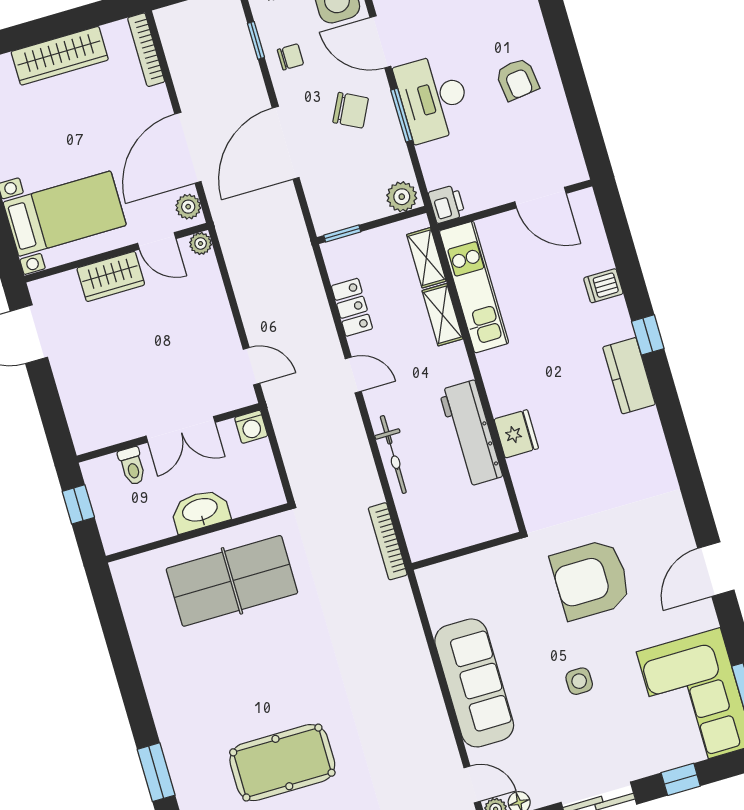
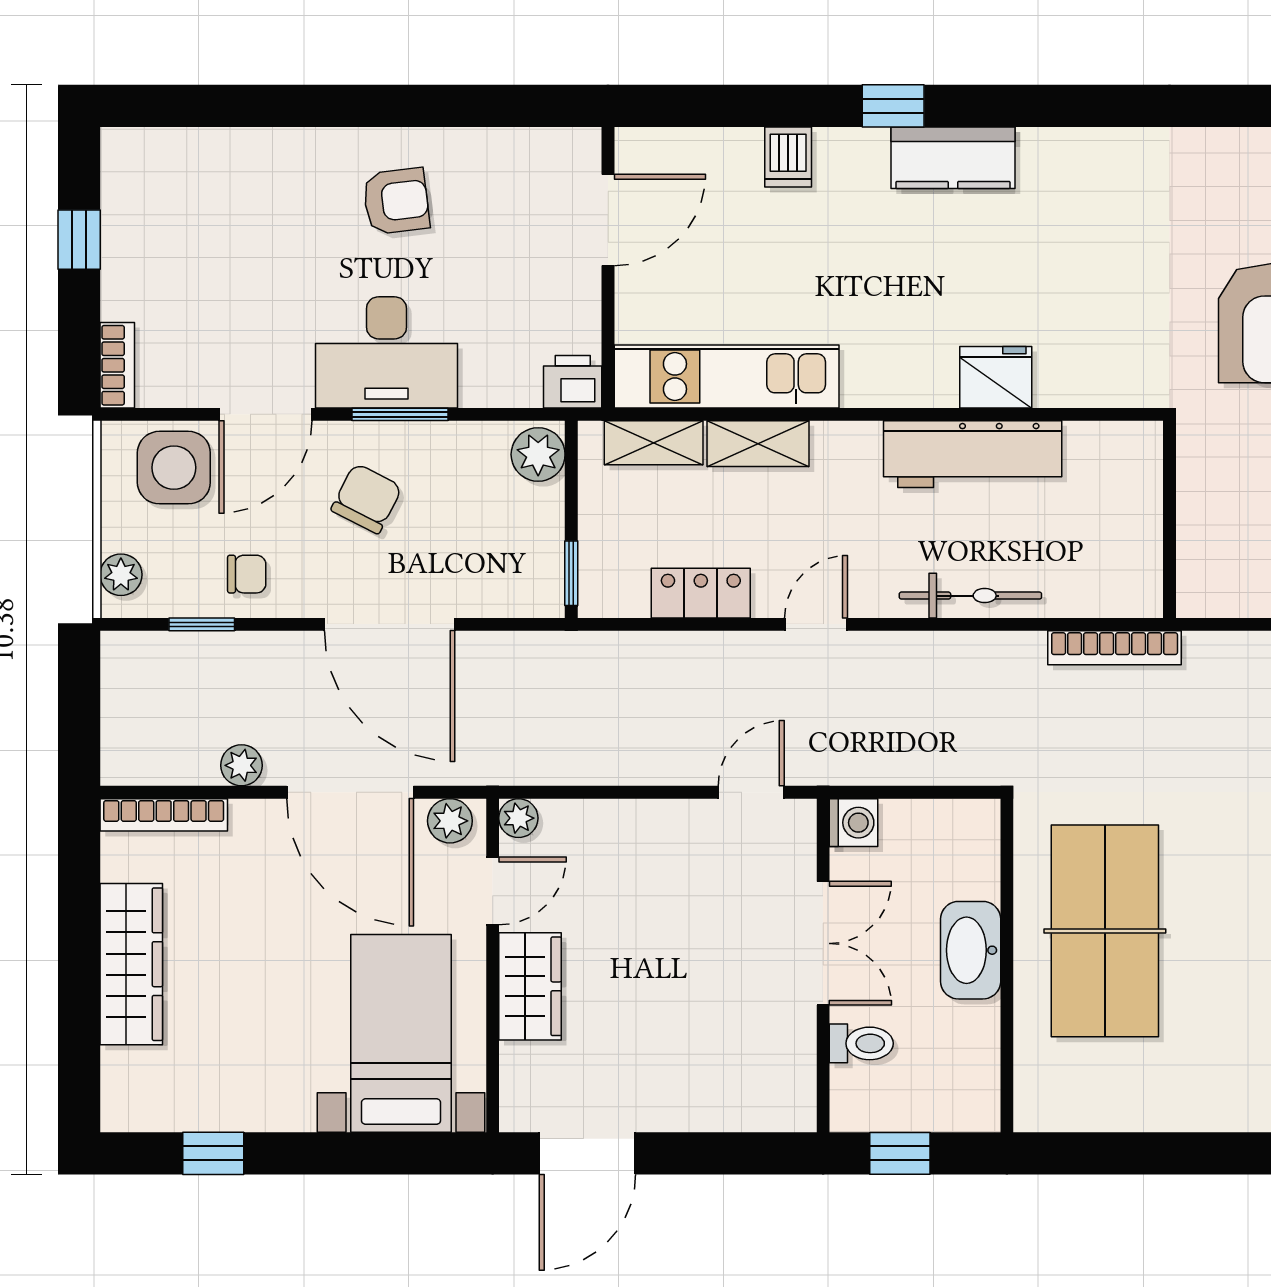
chair: (290, 57) -> (247, 574), turned 90
plant: (185, 84) -> (241, 765), added

